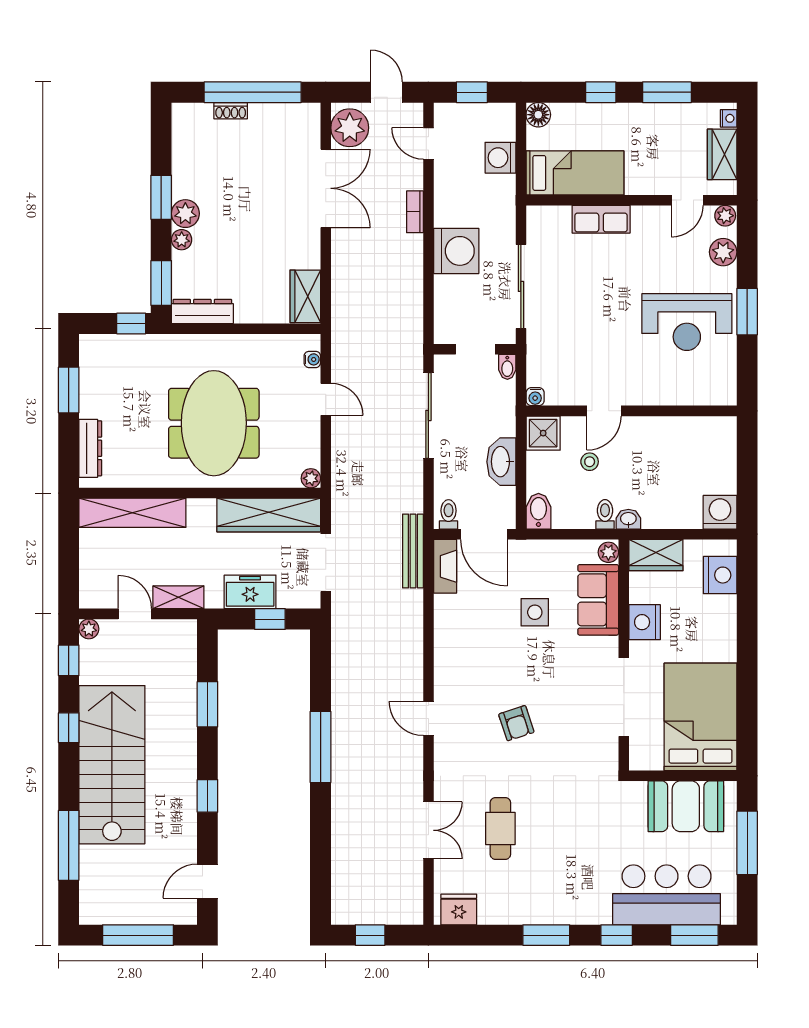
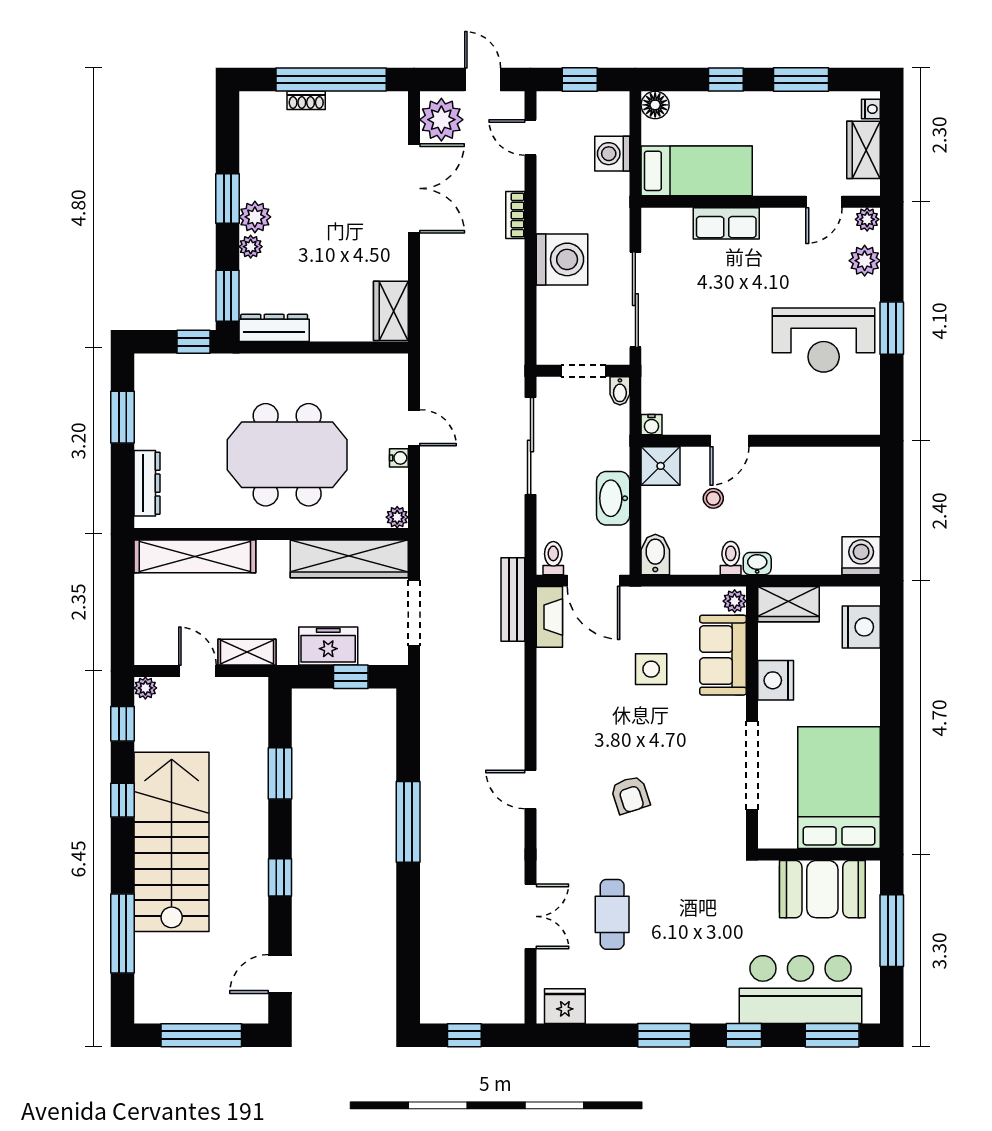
water cooler: (312, 359) -> (399, 458), moved
meeting table: (214, 423) -> (287, 455), turned 90

